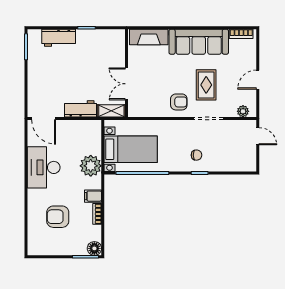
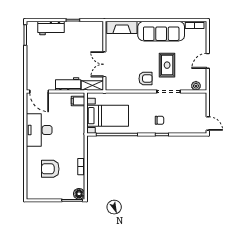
door: (258, 136) -> (208, 123), moved
plant: (91, 166) -> (76, 129), removed
filing cabinet: (93, 196) -> (78, 101), moved

